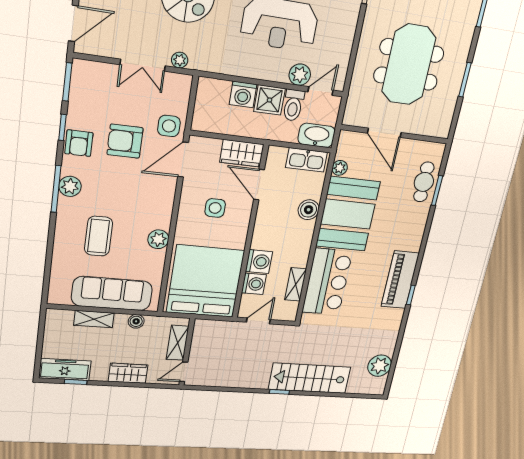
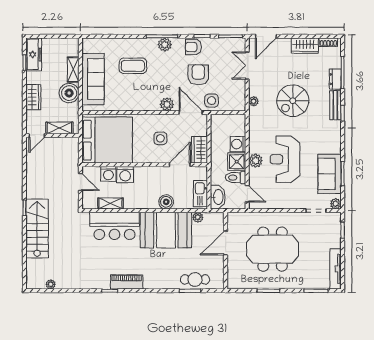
door: (73, 23) -> (266, 36), hinge flipped
double door: (143, 65) -> (247, 66), moved
plant: (300, 75) -> (256, 161), moved
plant: (158, 239) -> (167, 104), moved
piano: (400, 280) -> (127, 282), width x0.73, depth x0.75
boiler: (136, 321) -> (69, 93), width x1.86, depth x1.86
plant: (380, 366) -> (51, 284), width x0.53, depth x0.53
door: (184, 372) -> (37, 136), swing flipped

